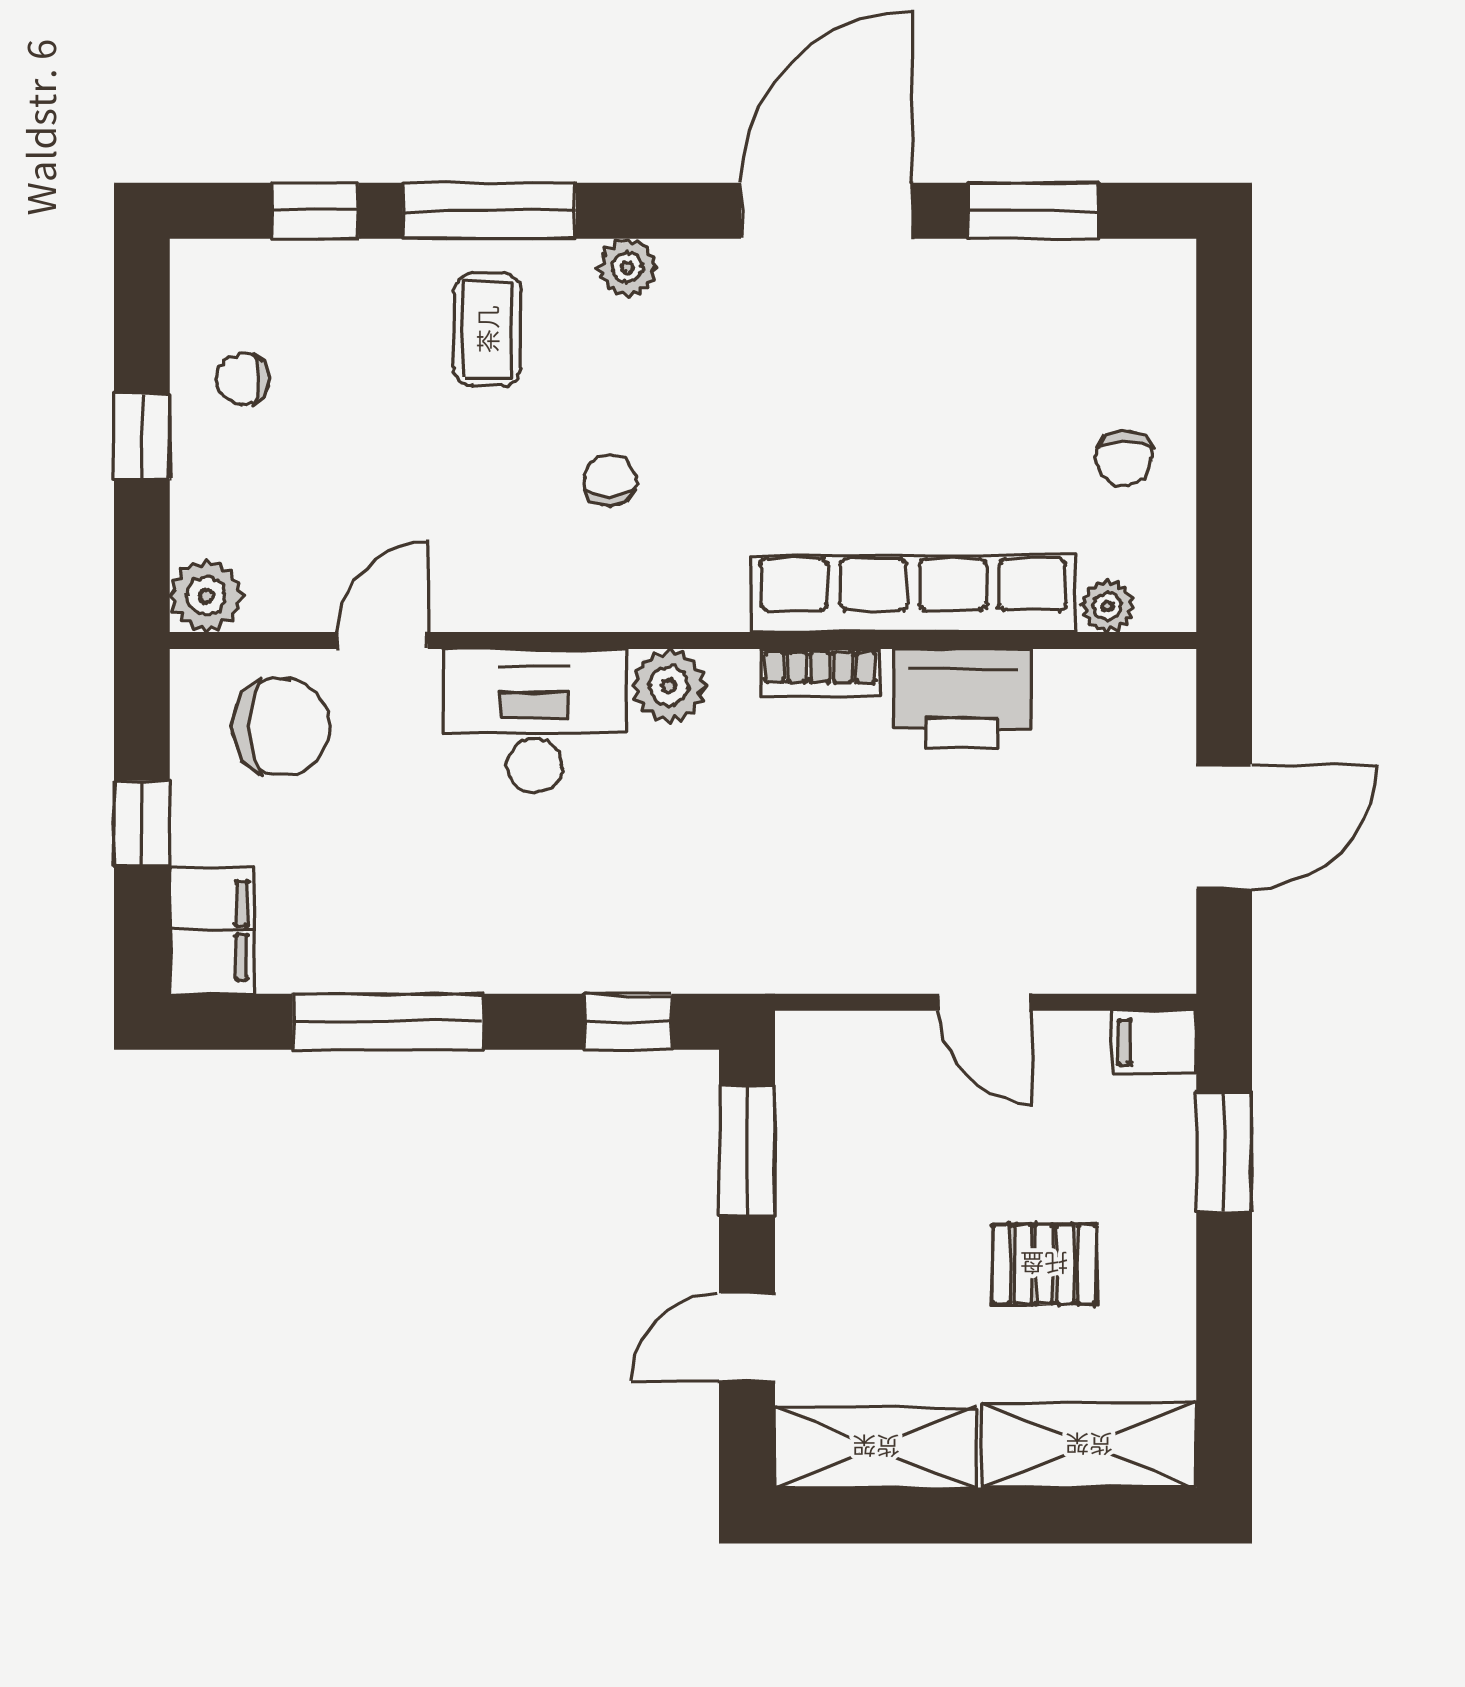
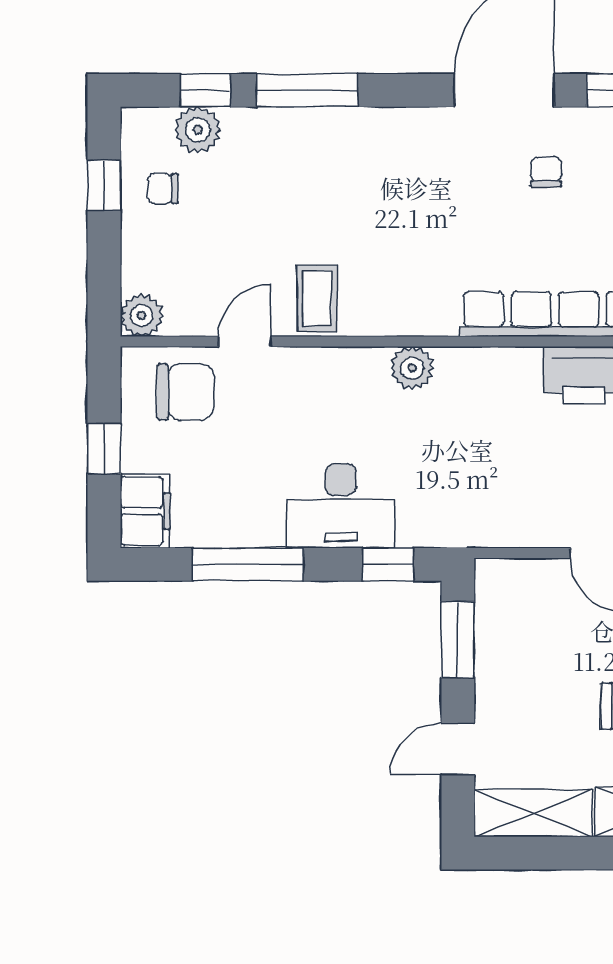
plant: (627, 267) -> (198, 130), moved, width x1.38, depth x1.38
coffee table: (487, 329) -> (317, 298), moved
window: (142, 437) -> (104, 185), moved
chair: (609, 480) -> (546, 172), moved
bookcase: (820, 673) -> (501, 360), removed
desk: (534, 721) -> (341, 506), moved, turned 180

